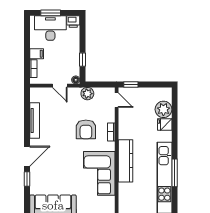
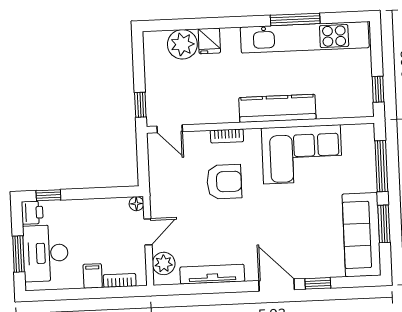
window: (83, 60) -> (48, 195), moved
plant: (87, 94) -> (164, 263), moved
door: (117, 100) -> (170, 129), swing flipped

